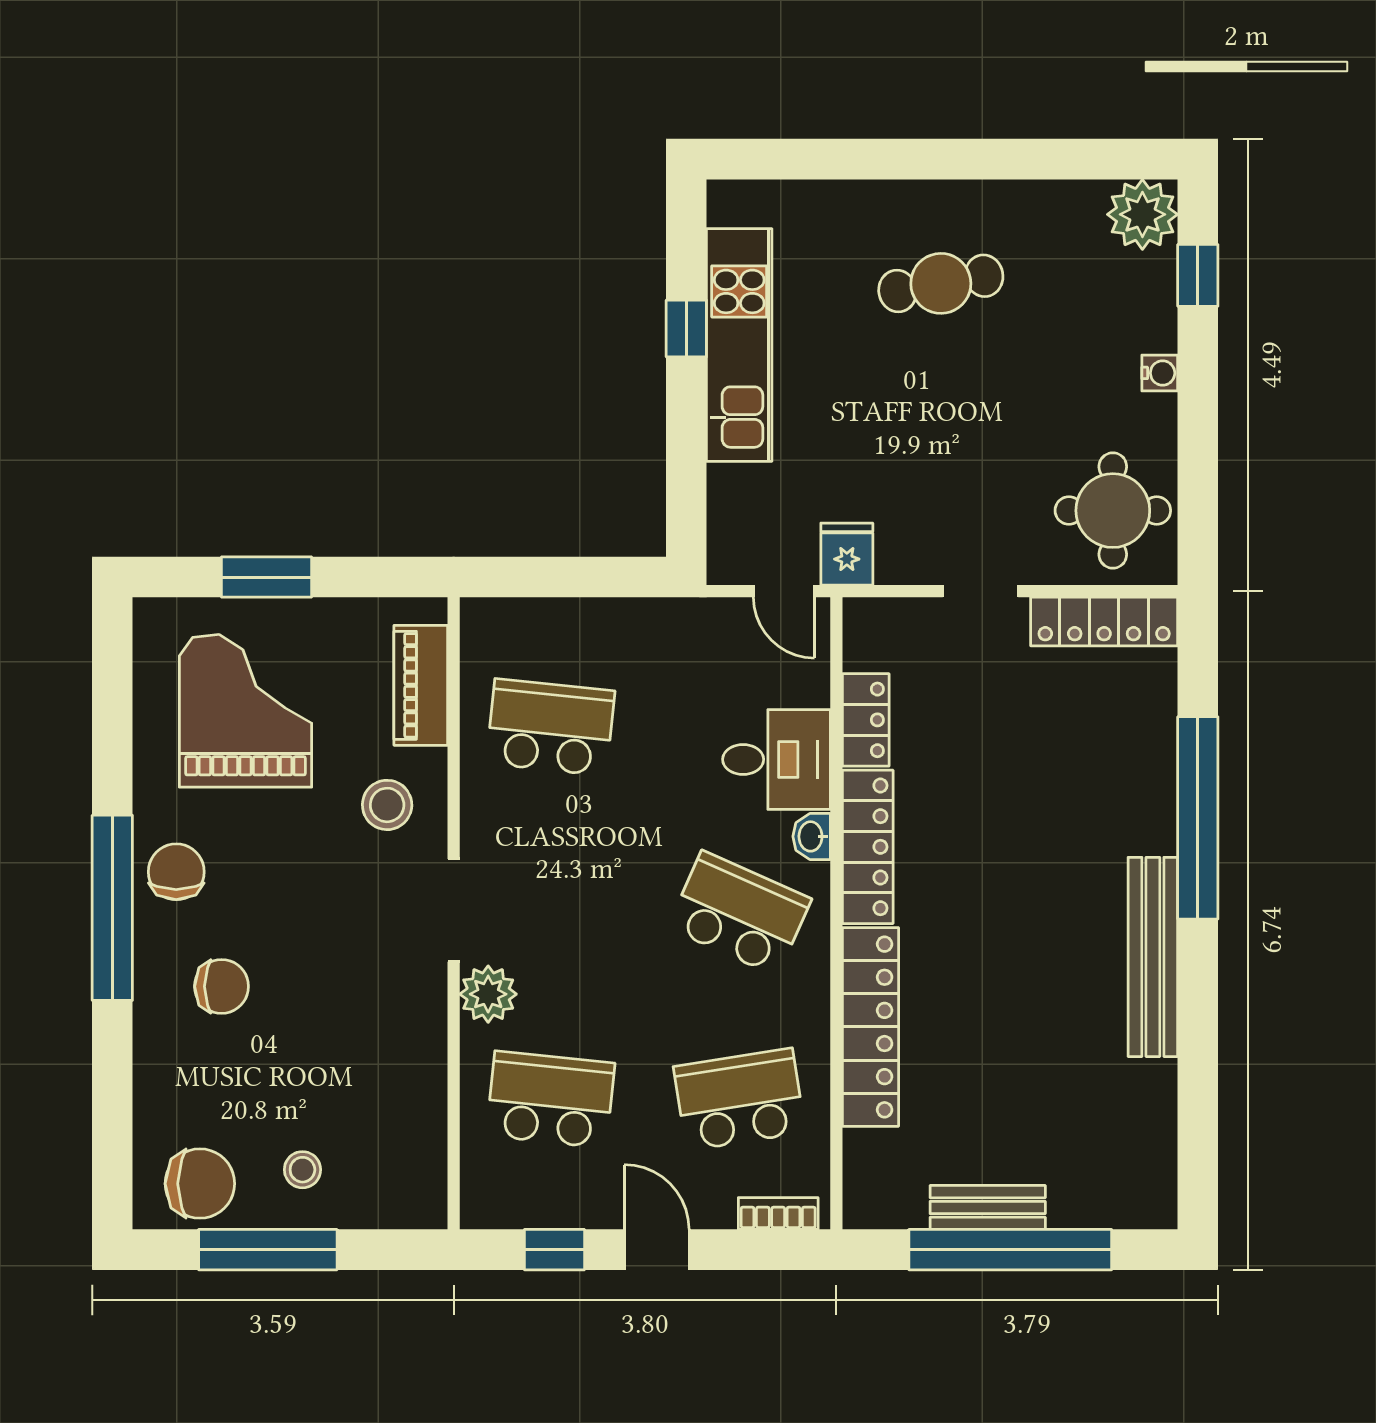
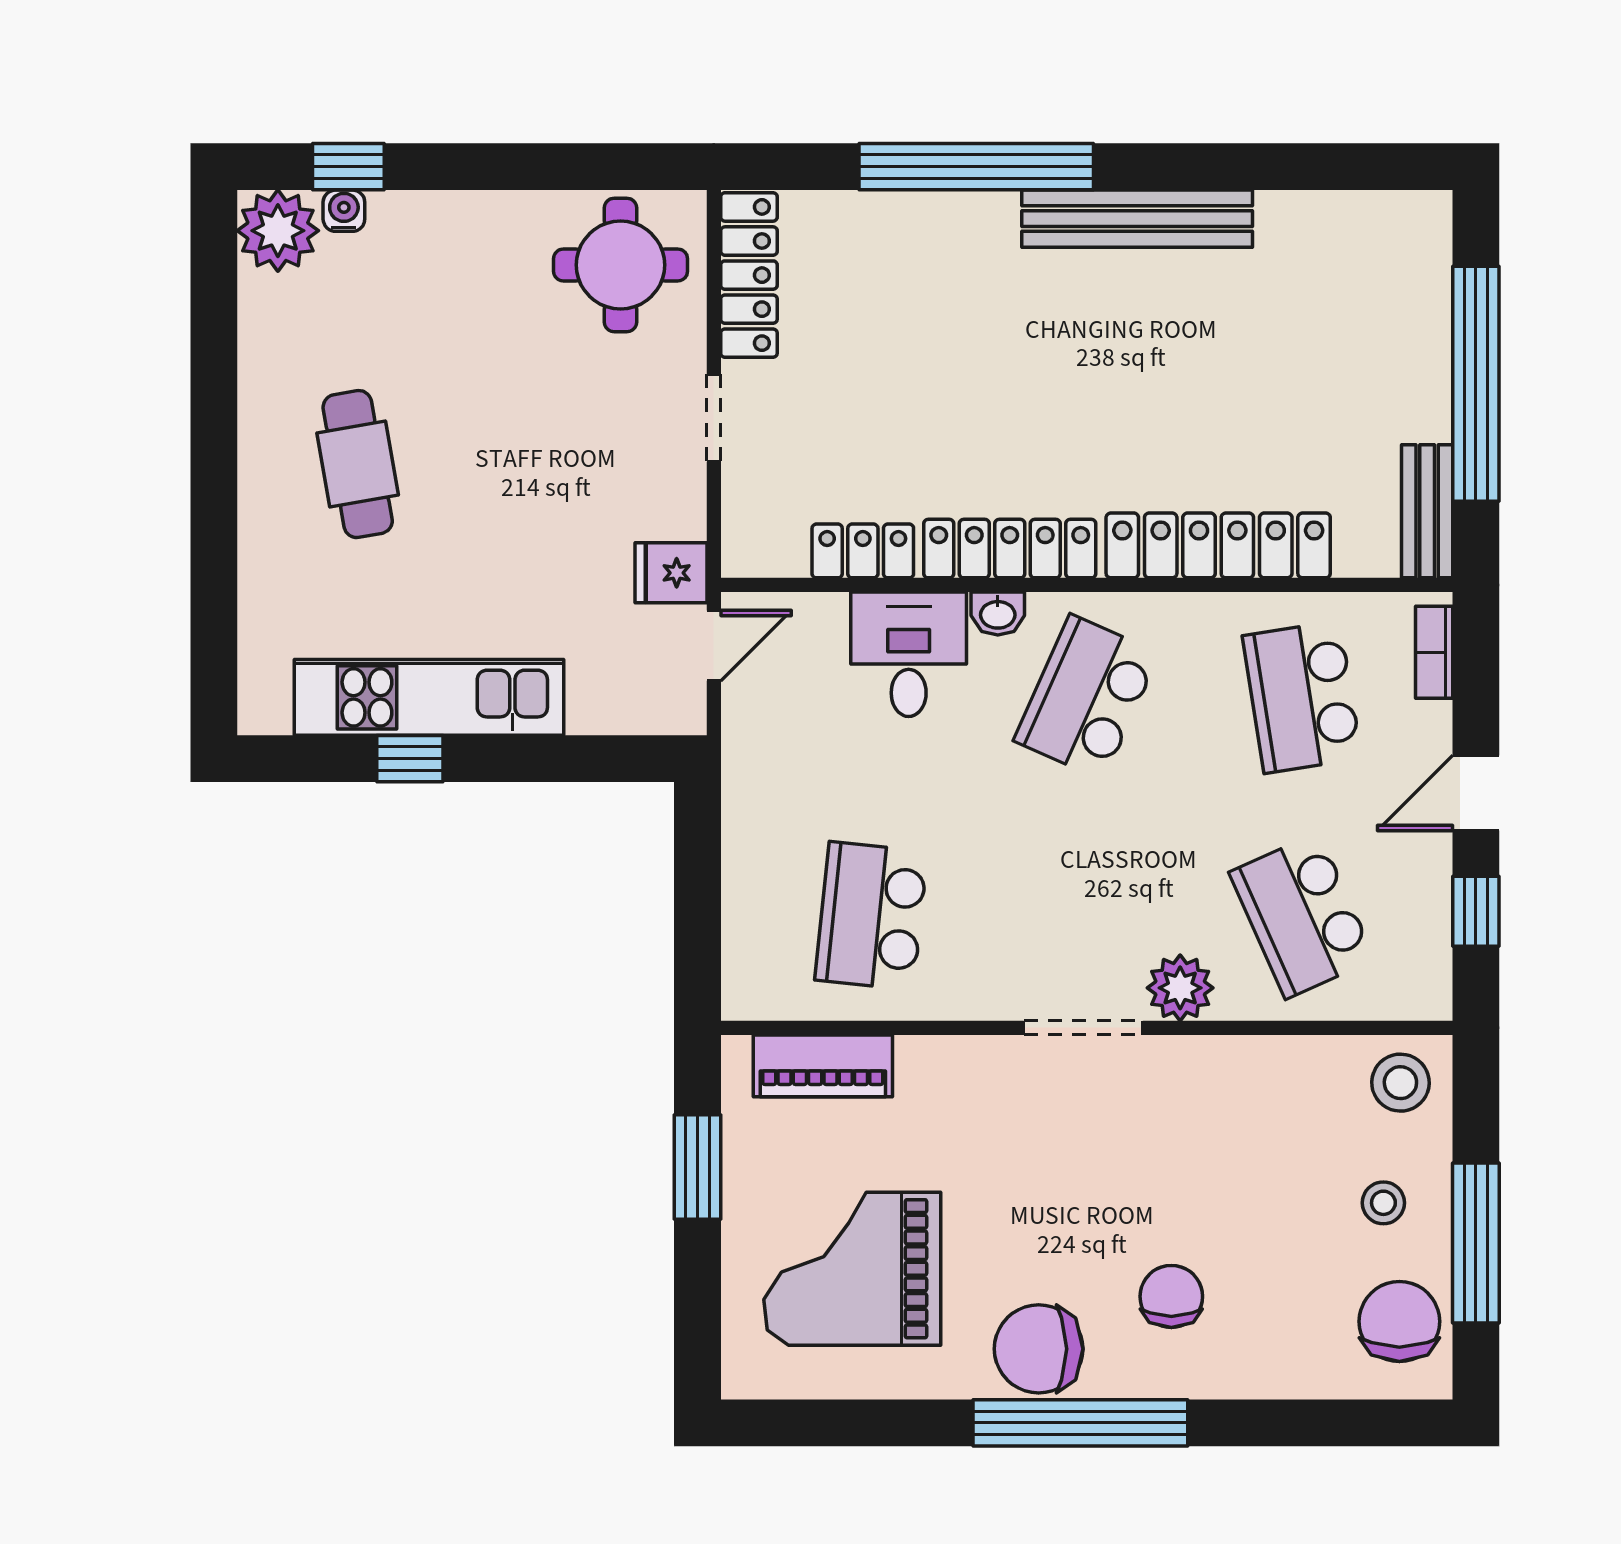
water cooler: (1160, 373) -> (344, 211), moved
window: (267, 577) -> (697, 1167), moved
stool: (387, 805) -> (1400, 1083), moved
chair: (176, 872) -> (1039, 1349), width x1.37, depth x1.37
school desk: (550, 1099) -> (1302, 916), turned -30
bench: (988, 1207) -> (1427, 511), moved

